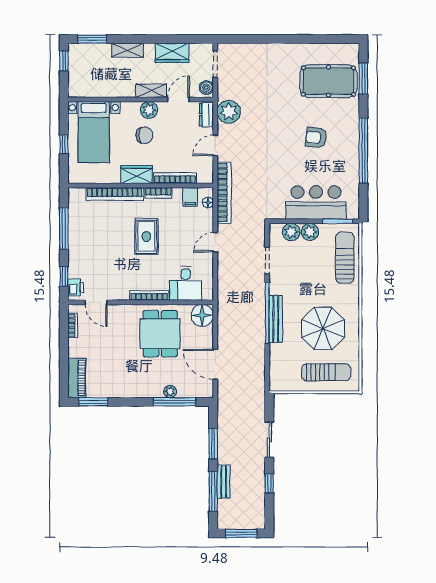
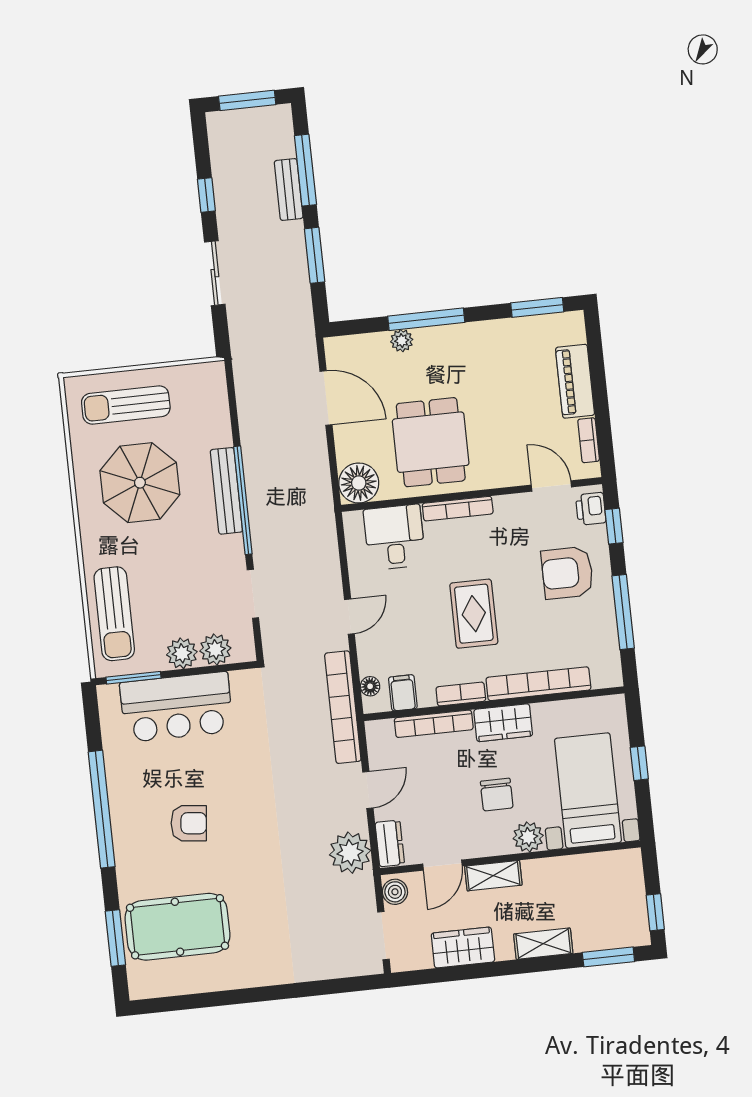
plant: (149, 110) -> (528, 837), moved
chair: (144, 135) -> (497, 795), turned -90
armchair: (92, 254) -> (567, 573), added
piano: (77, 378) -> (575, 381), moved
window: (174, 402) -> (426, 319), moved

